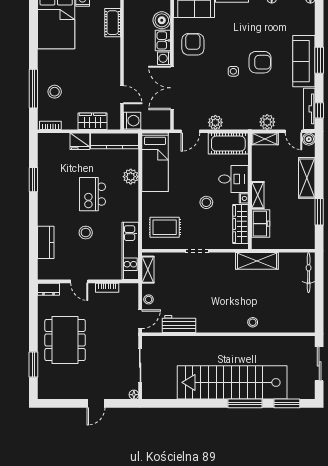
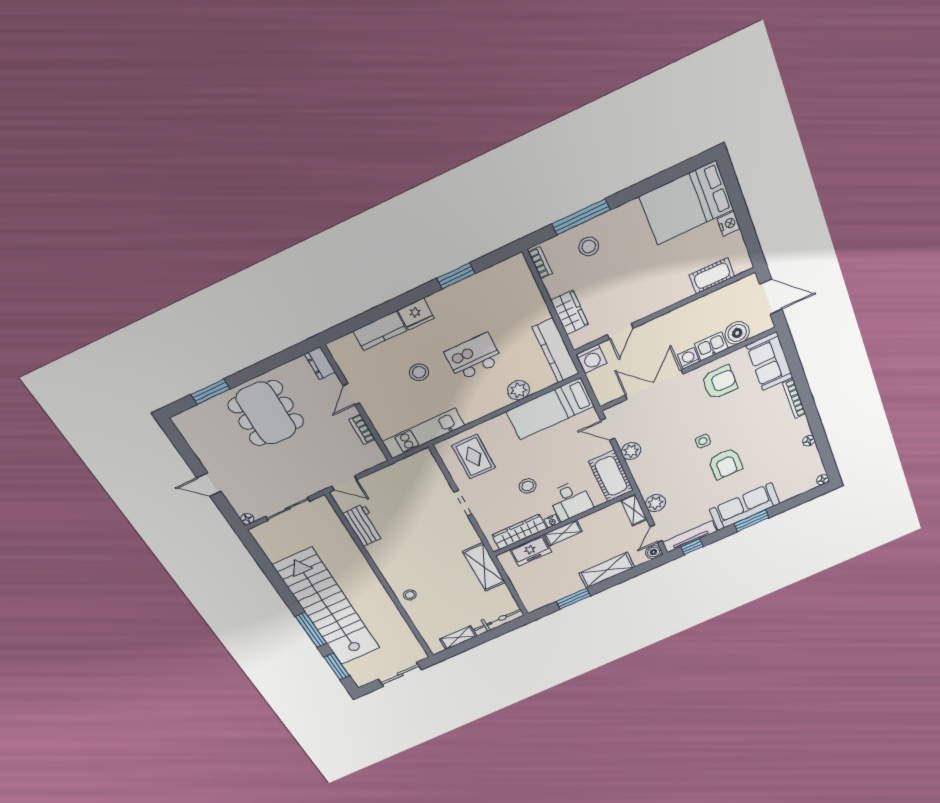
fridge: (80, 141) -> (416, 314), moved, turned -90
shelving: (148, 270) -> (458, 638), moved
stool: (149, 299) -> (374, 481), removed
dining table: (65, 340) -> (266, 413), turned 90

